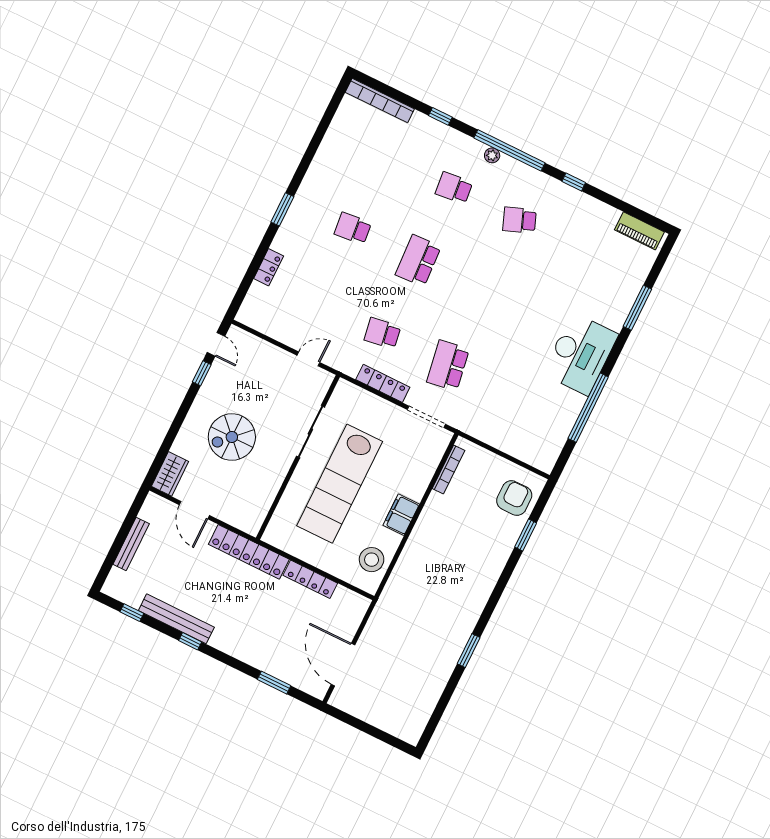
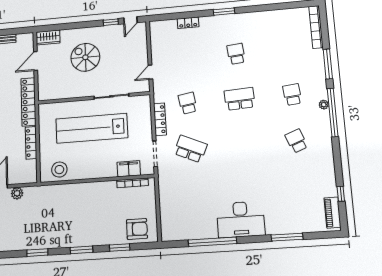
window: (440, 116) -> (328, 64), width x2.17
window: (574, 182) -> (341, 194), moved
door: (308, 359) -> (150, 72), swing flipped
school desk: (448, 365) -> (191, 149), turned 33
filing cabinet: (401, 515) -> (129, 169), moved
window: (499, 588) -> (81, 250), added
plant: (370, 636) -> (17, 193), added

